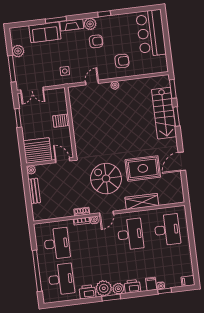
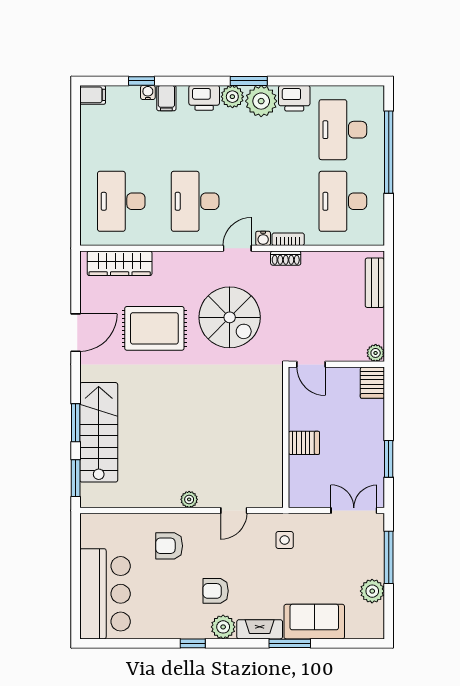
server rack: (37, 151) -> (372, 383), width x0.46, depth x0.70
bench: (34, 191) -> (375, 283), moved
wardrobe: (142, 201) -> (120, 263), moved

